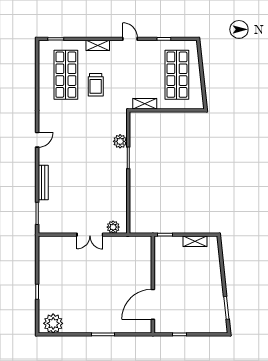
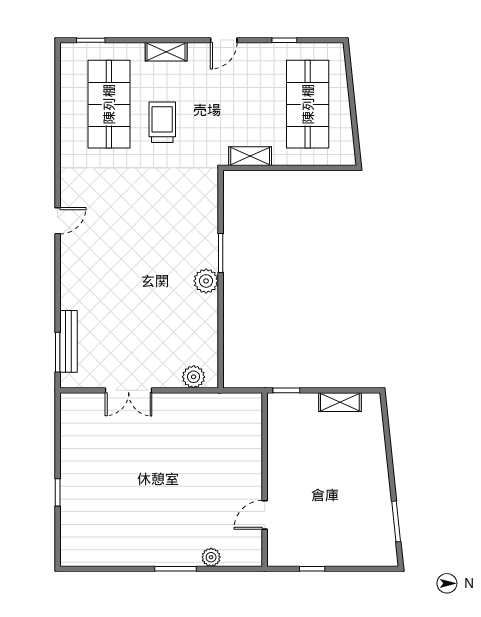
door: (130, 39) -> (224, 40), swing flipped
trolley: (96, 85) -> (162, 122), turned 180
plant: (120, 141) -> (206, 281), moved
bench: (43, 183) -> (68, 341), moved
double door: (90, 235) -> (129, 390), moved
door: (153, 304) -> (265, 515), width x0.53
plant: (53, 323) -> (211, 557), moved, width x0.53, depth x0.53

